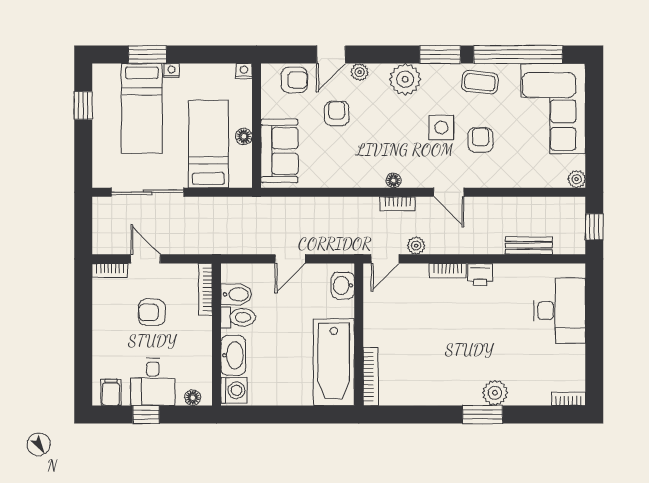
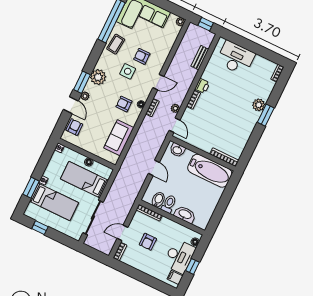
window: (440, 54) -> (82, 82), moved
armchair: (337, 113) -> (124, 104), moved
sofa: (279, 151) -> (119, 138), moved, turned -90
desk: (153, 382) -> (179, 256), width x1.37
washing machine: (234, 390) -> (201, 222), removed

